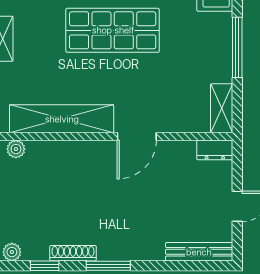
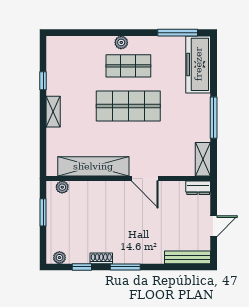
door: (137, 136) -> (145, 179), hinge flipped
shoe rack: (73, 253) -> (101, 258), width x0.70

